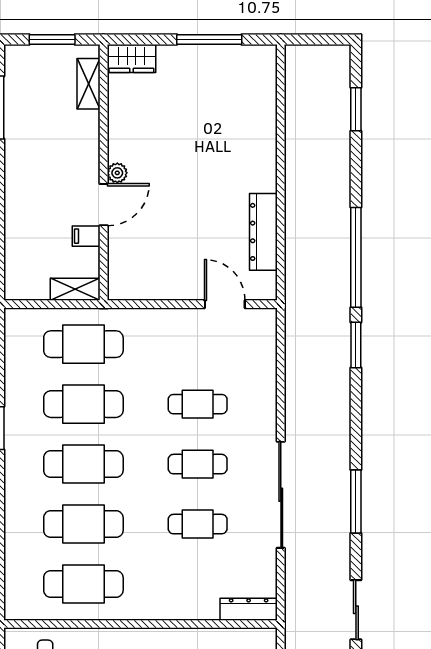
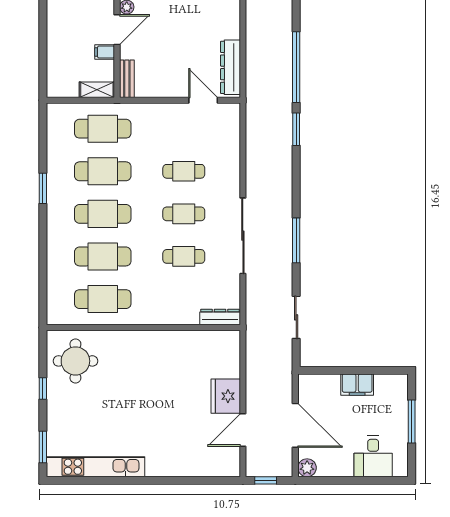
dresser: (263, 232) -> (230, 67), moved
bench: (117, 274) -> (127, 79), added

